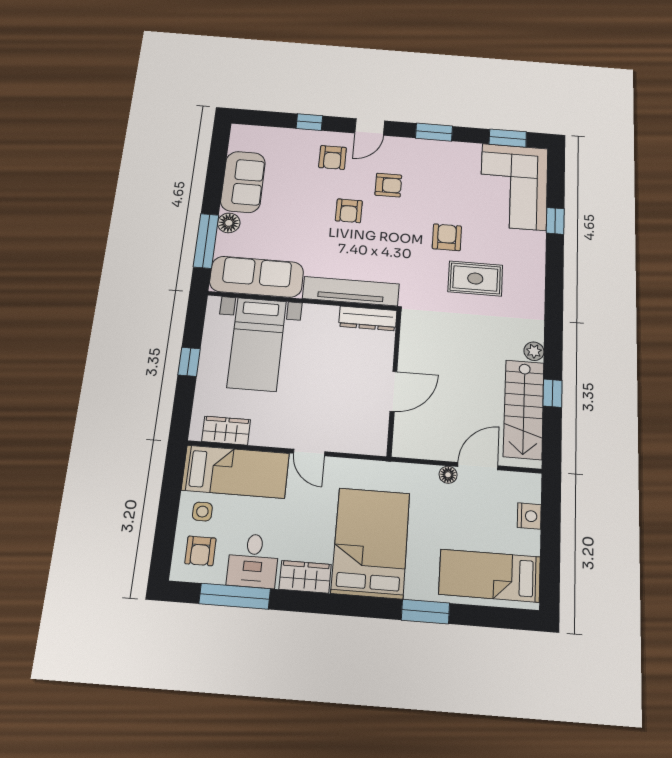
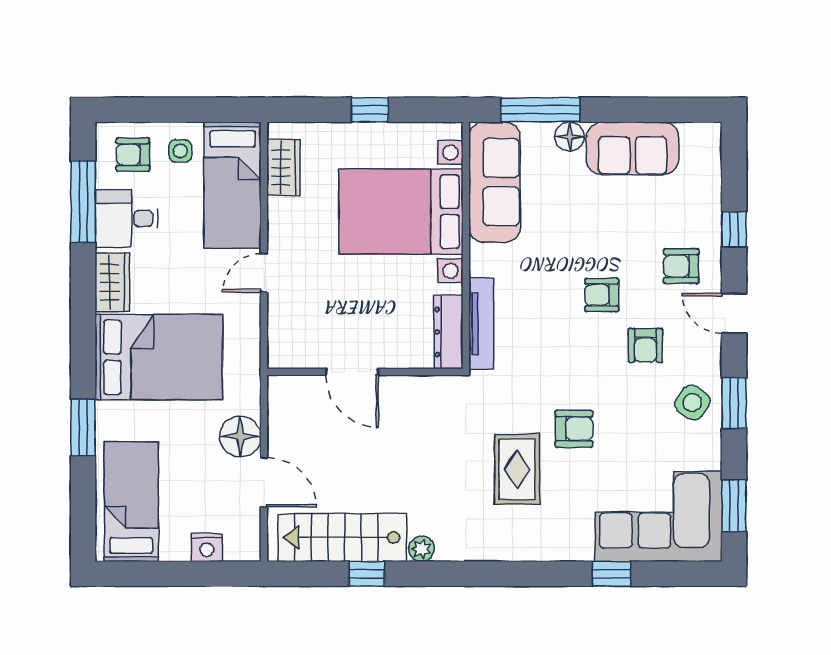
side table: (432, 158) -> (692, 403), added
tv unit: (351, 291) -> (481, 324), width x0.73, depth x0.78
bed with nightstands: (257, 344) -> (401, 212), width x1.36
floor lamp: (448, 475) -> (240, 436), width x1.89, depth x1.89

